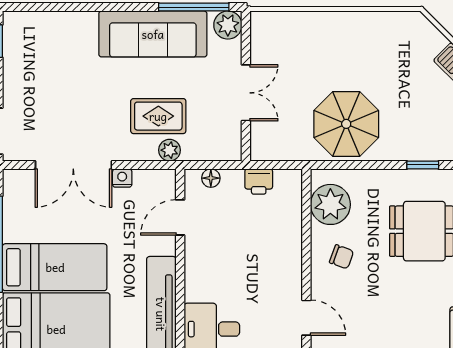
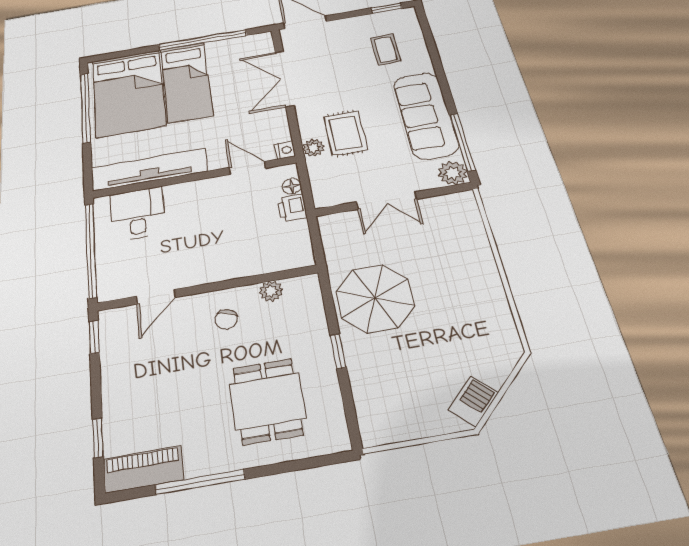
coffee table: (57, 54) -> (386, 49), added
window: (423, 165) -> (338, 351), moved
nightstand: (122, 178) -> (285, 150), moved
printer: (259, 182) -> (292, 208), moved
plant: (330, 204) -> (271, 291), width x0.53, depth x0.53

